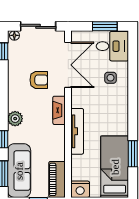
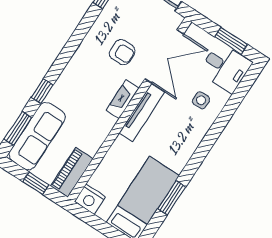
plant: (15, 119) -> (69, 77), removed
tv unit: (77, 131) -> (142, 113), moved

